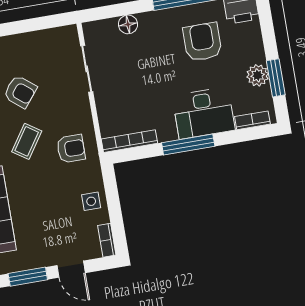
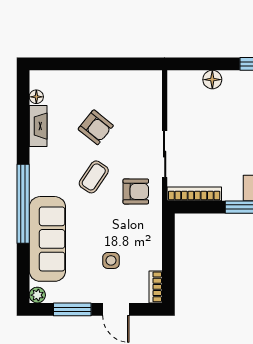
sliding door: (87, 69) -> (165, 154), moved
side table: (91, 201) -> (111, 260), moved

